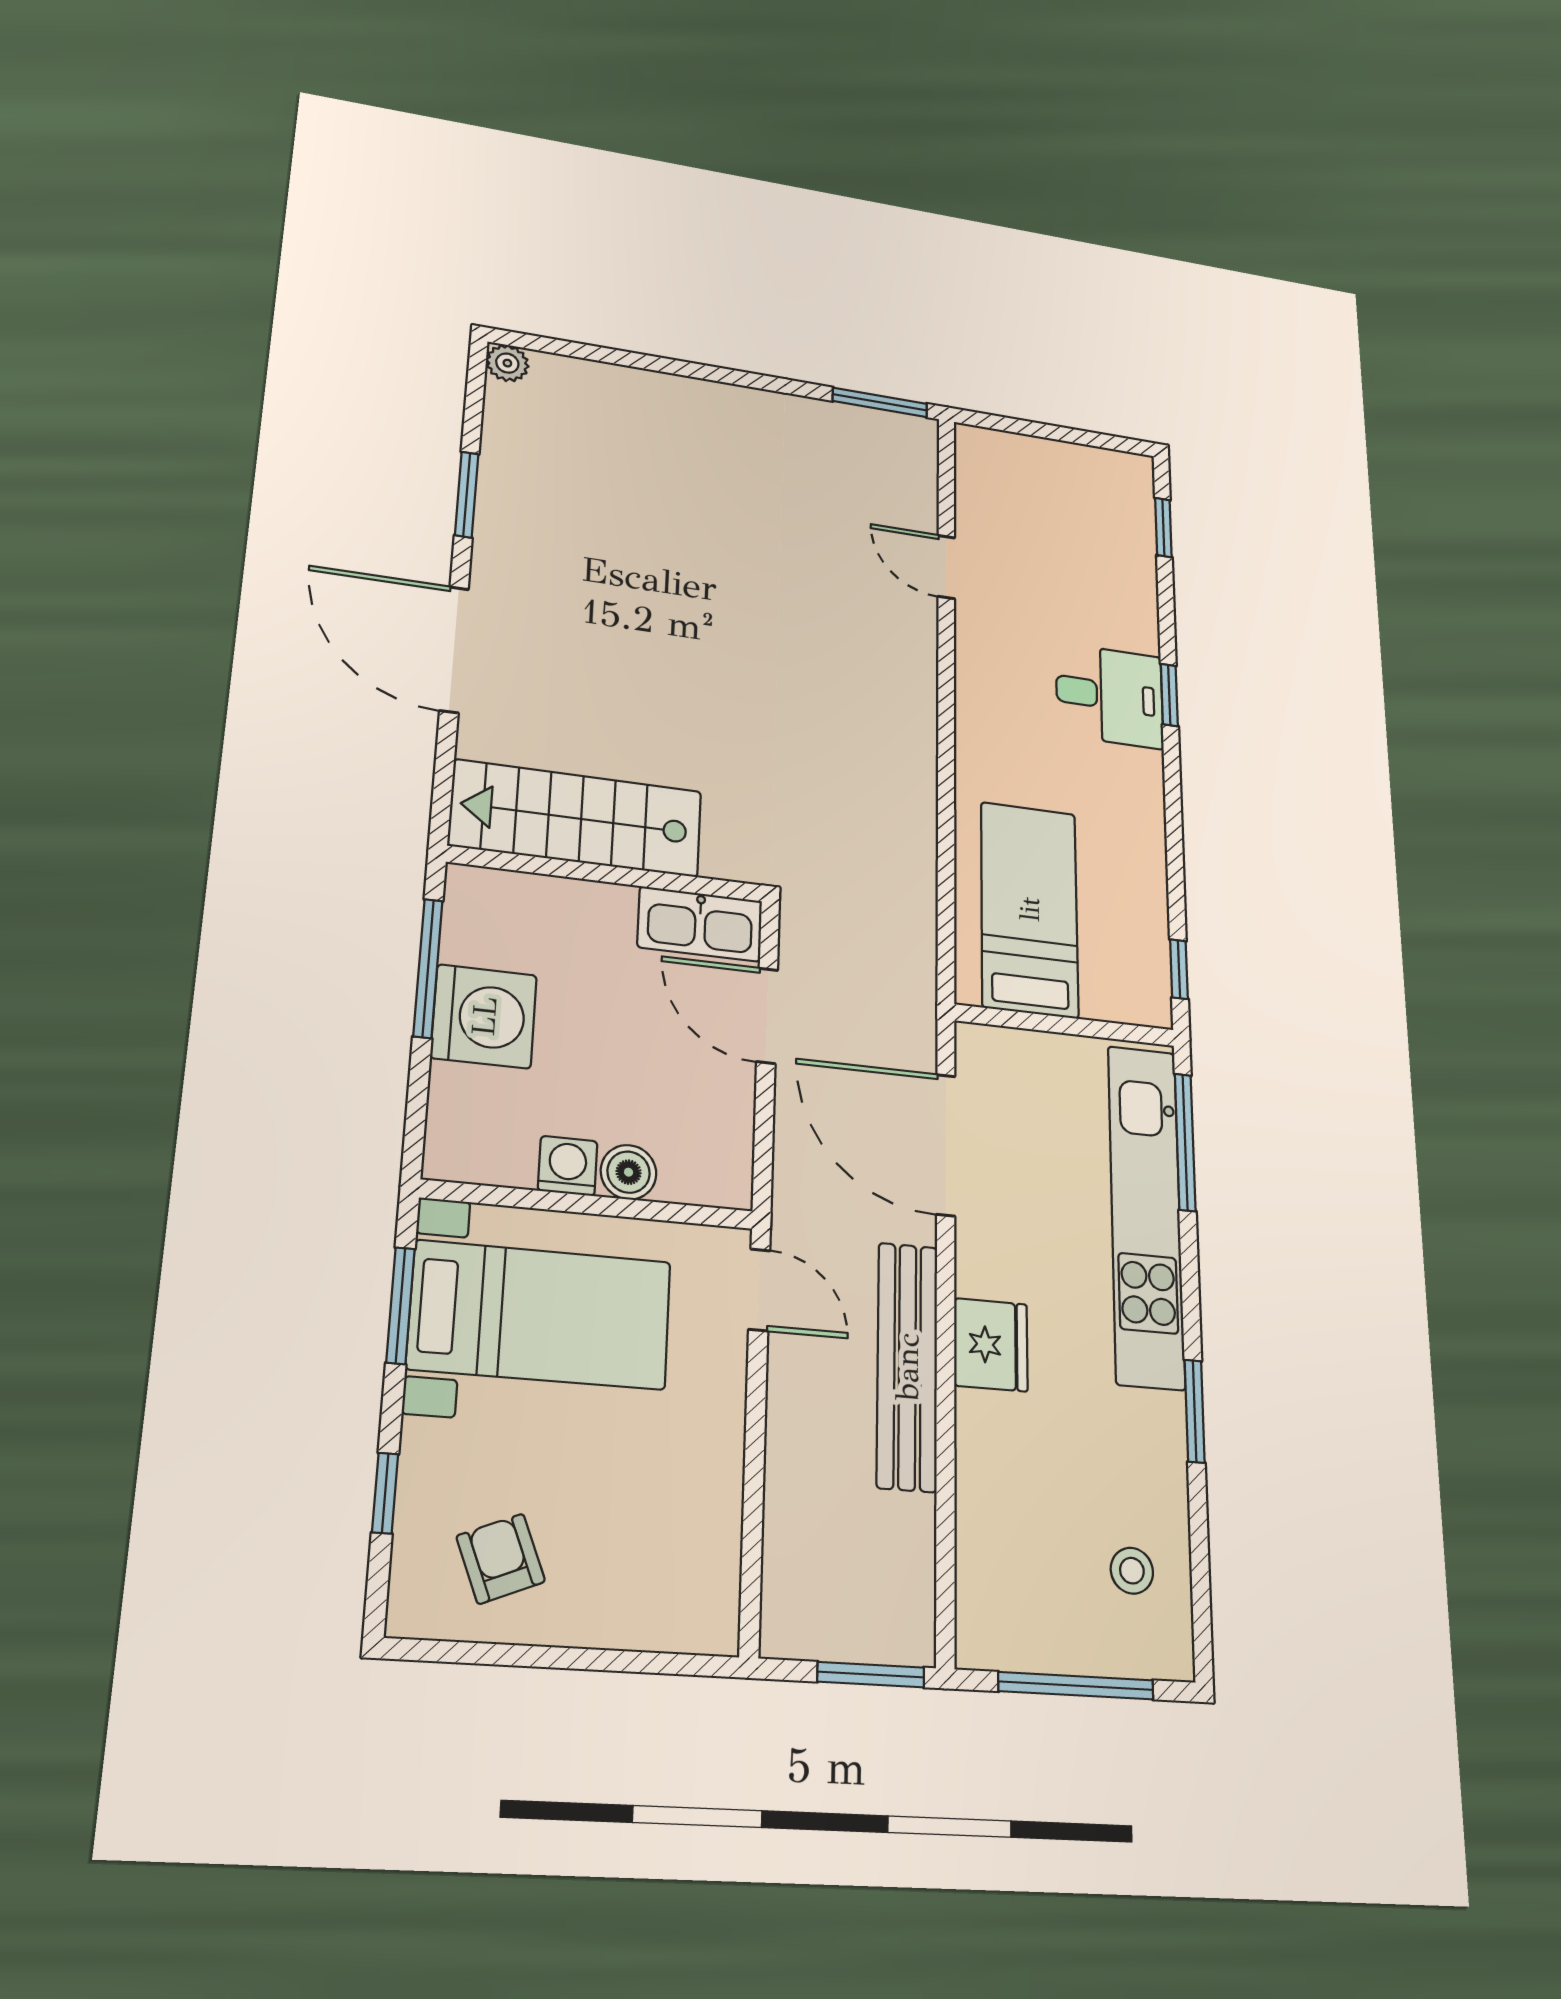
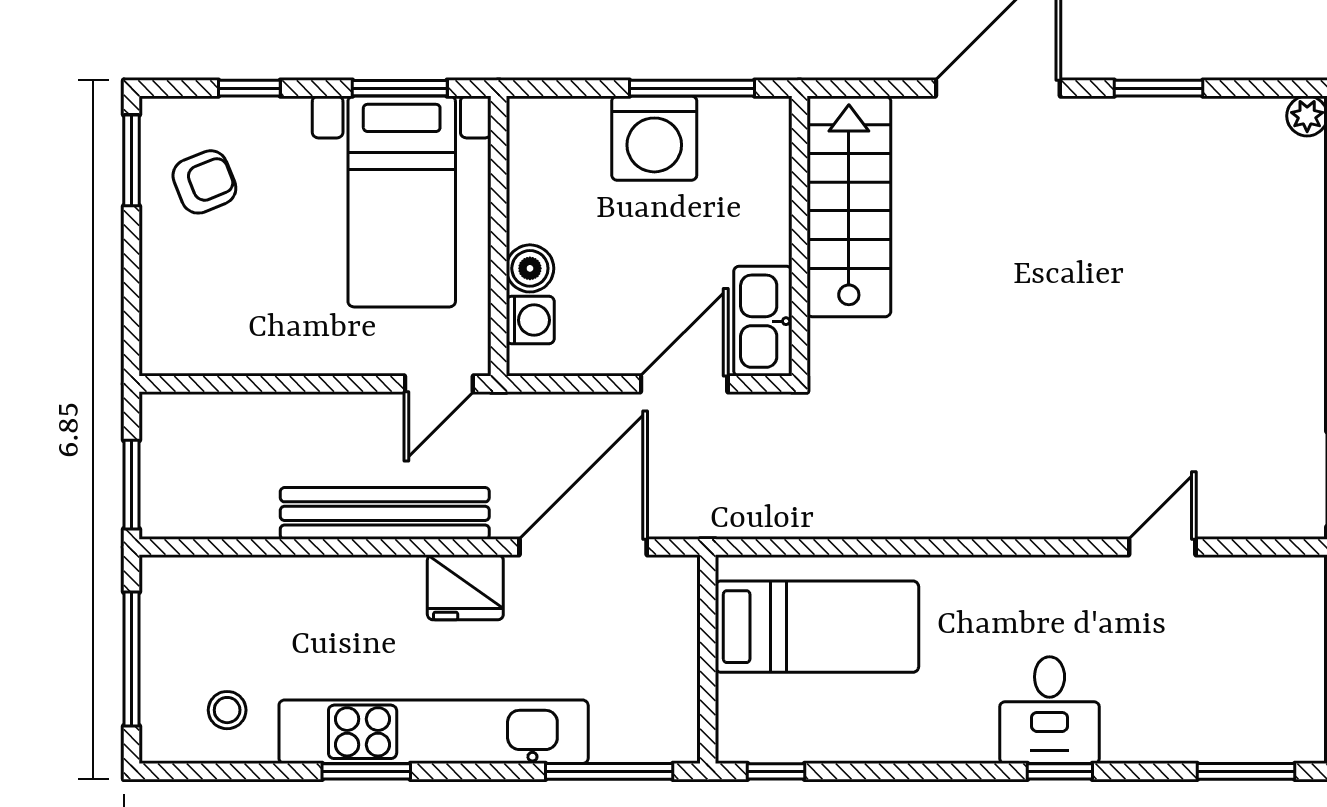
window: (1163, 528) -> (1246, 771), width x1.50
washing machine: (568, 1166) -> (530, 320), moved
kitchen unit: (1146, 1215) -> (434, 732), moved
fridge: (991, 1345) -> (465, 587), moved
window: (467, 1653) -> (131, 160), added

